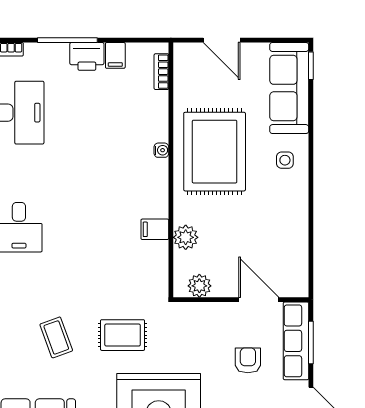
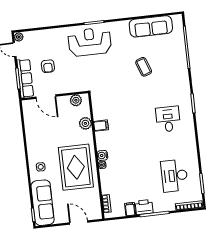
water cooler: (159, 169) -> (102, 155), added
rug: (123, 335) -> (111, 72), removed

